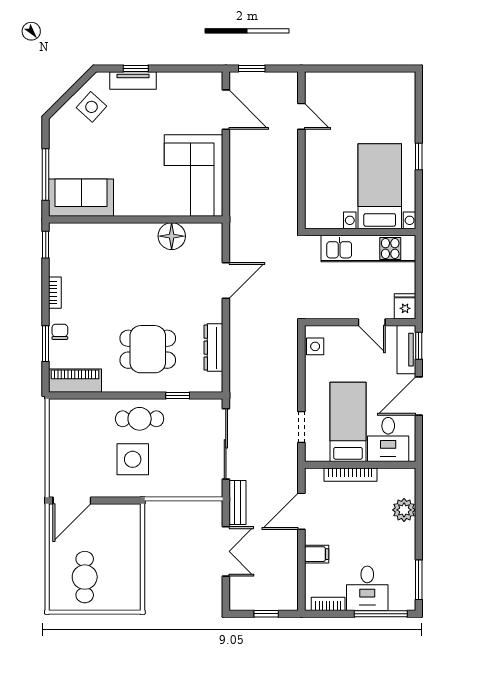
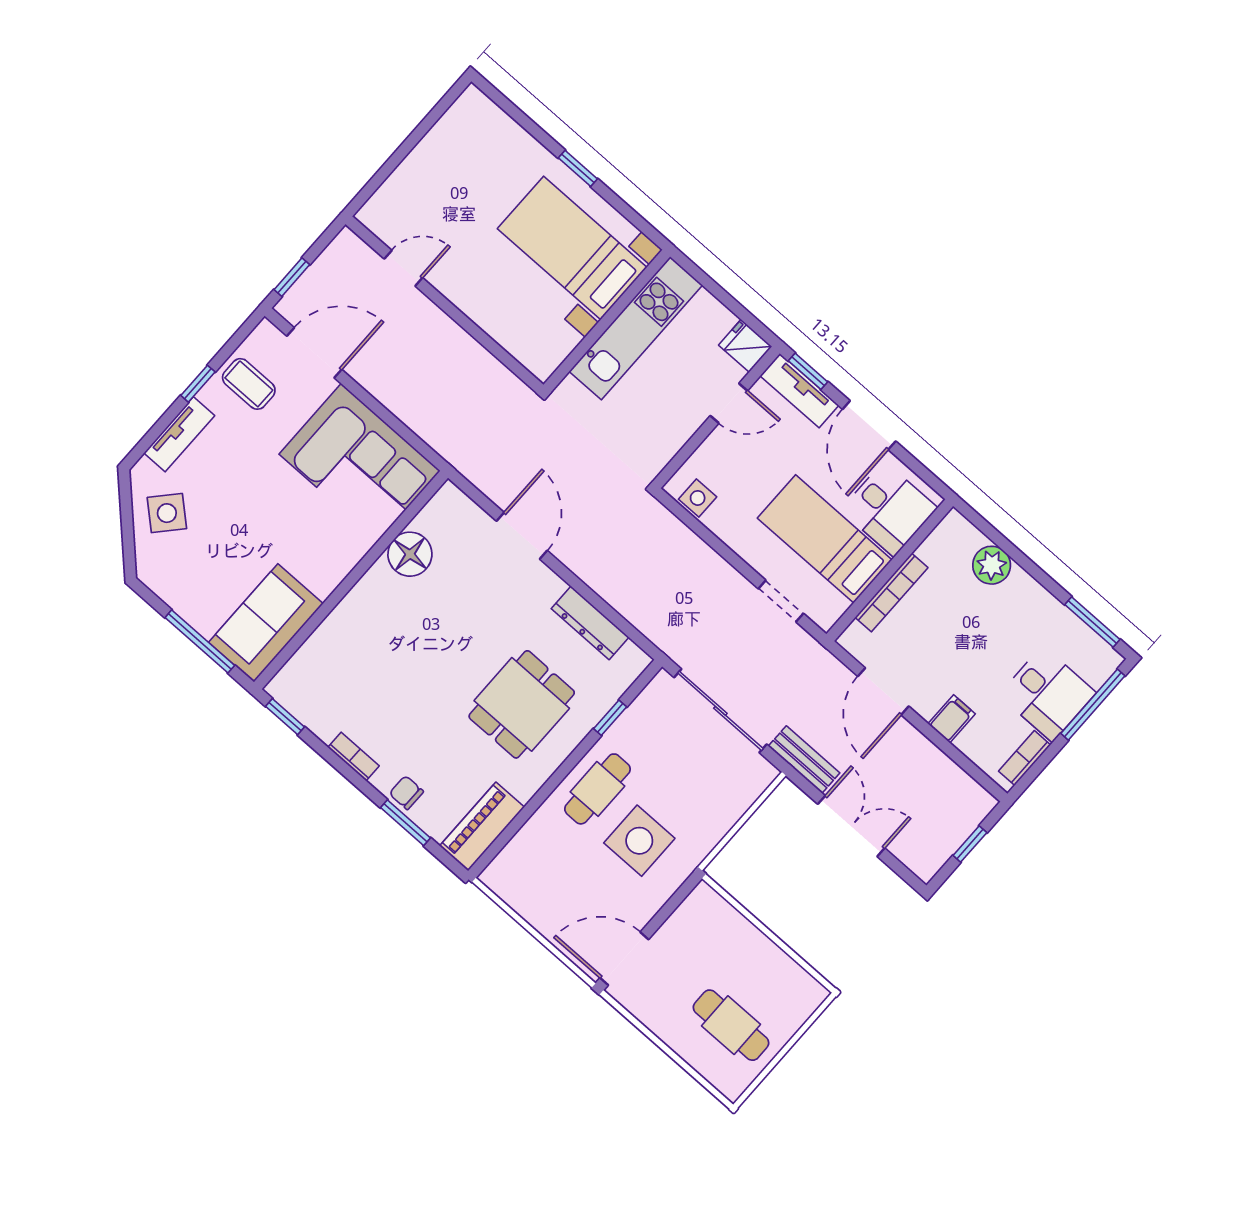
window: (136, 68) -> (198, 384), moved
coffee table: (185, 92) -> (249, 384), added
door: (72, 500) -> (624, 959), swing flipped

